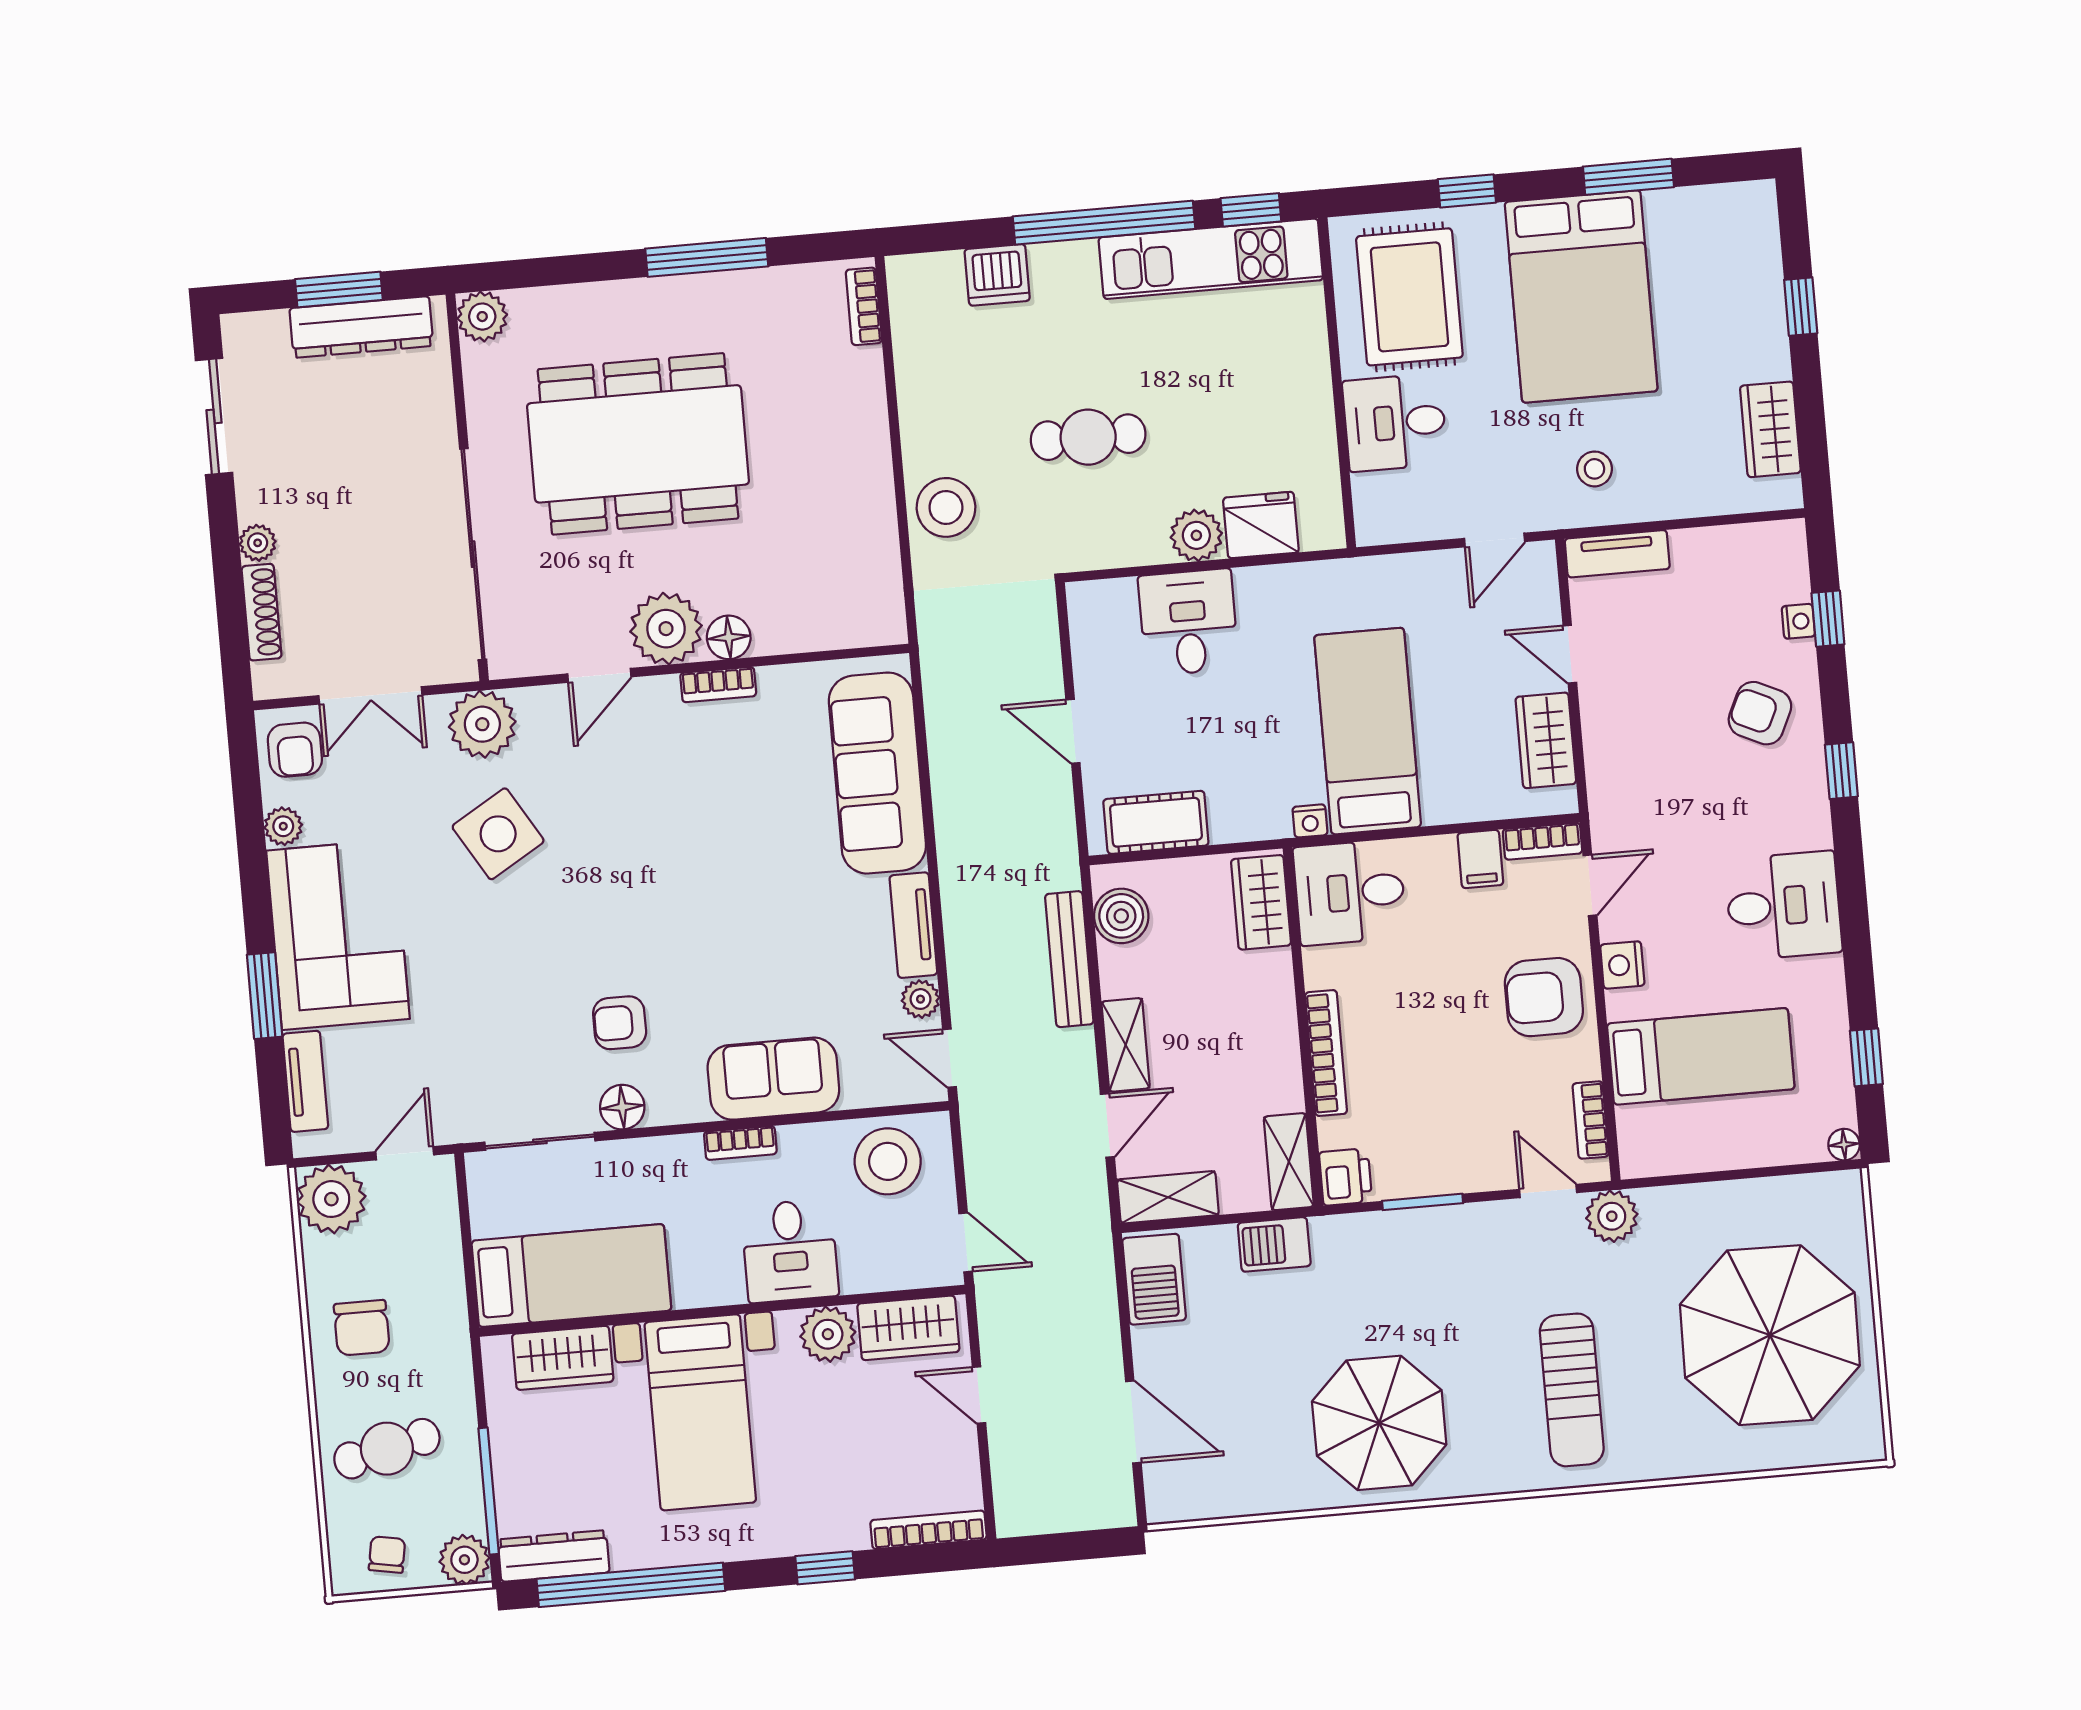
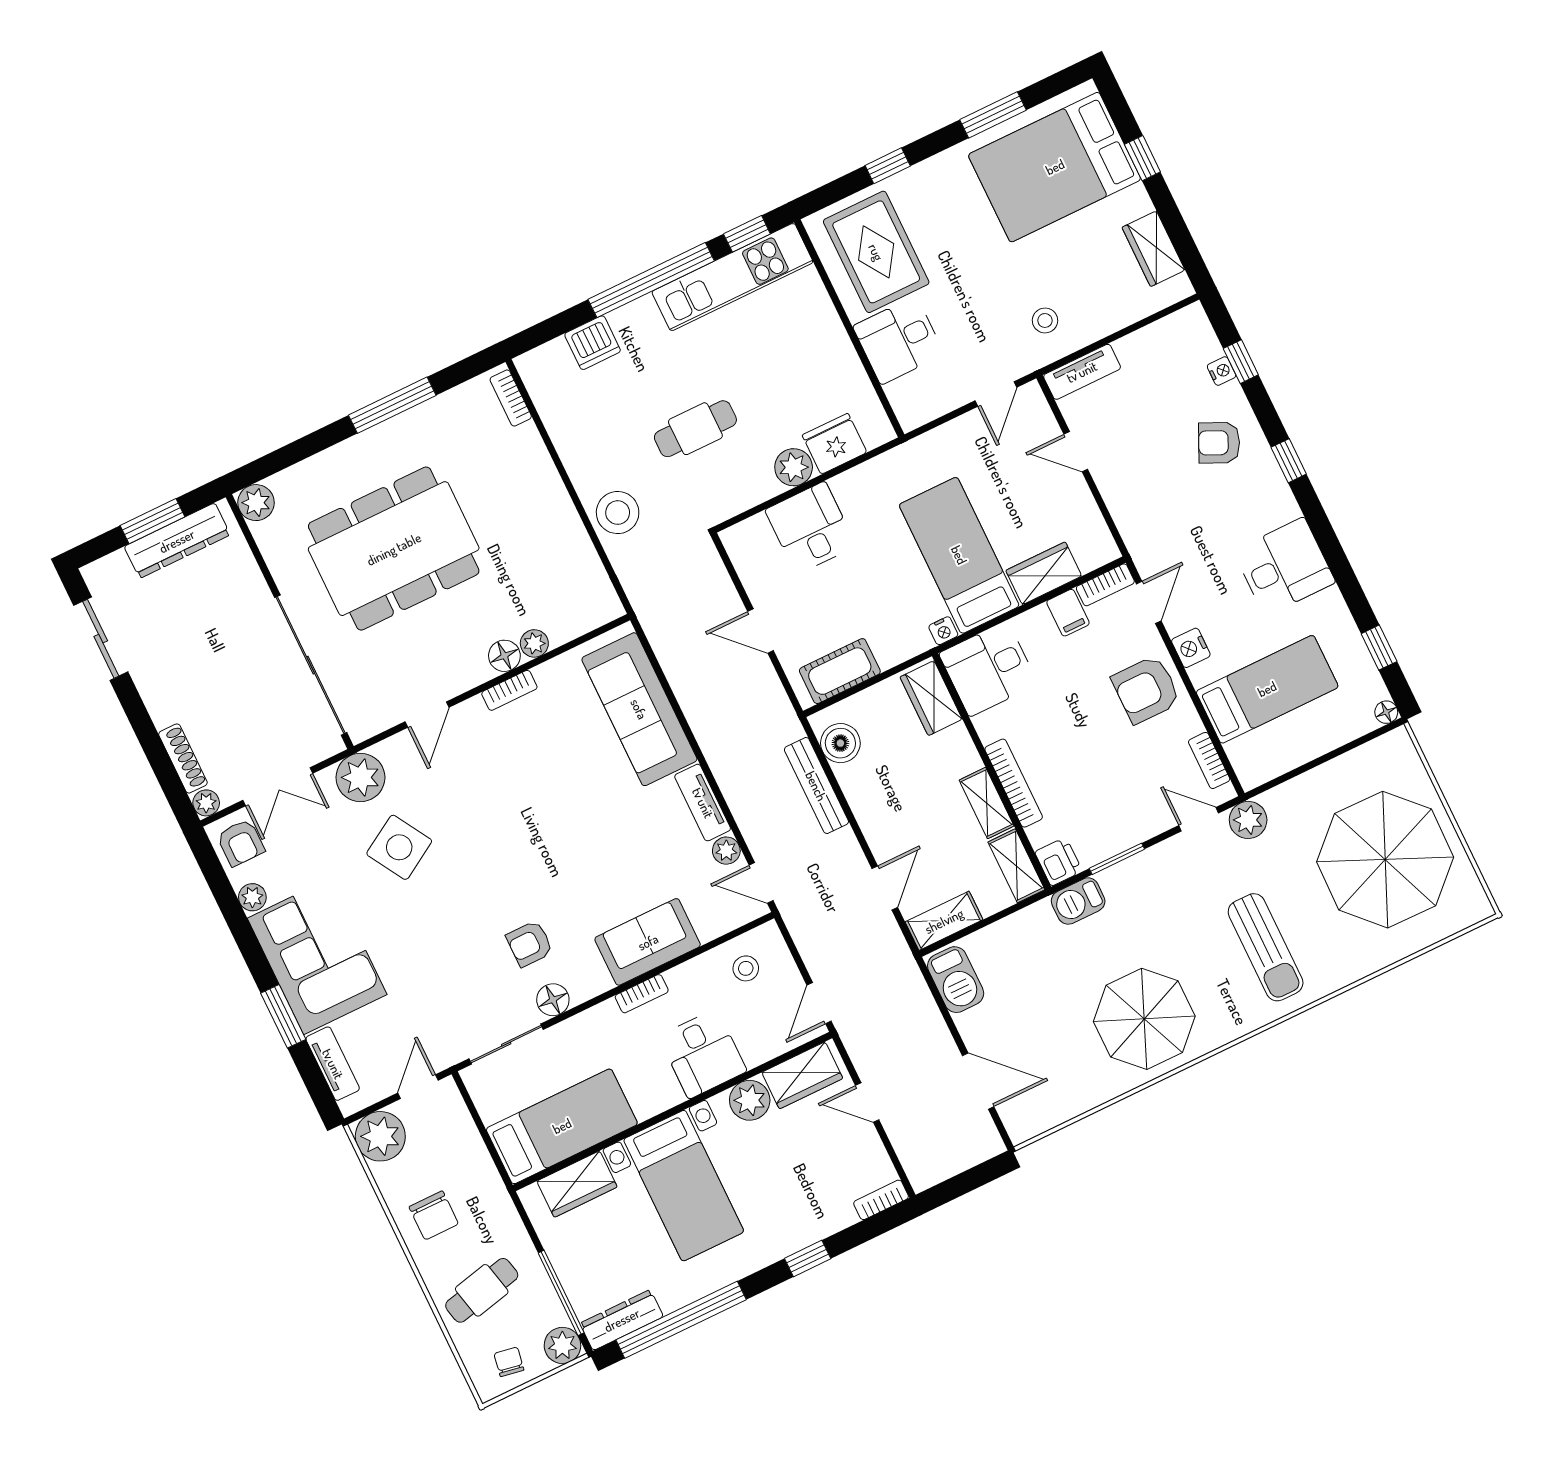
bed: (1581, 296) -> (1055, 167), moved, turned 90
plant: (258, 543) -> (206, 803), moved
plant: (666, 629) -> (534, 643), moved, width x0.53, depth x0.53
wardrobe: (1546, 740) -> (1044, 573), moved, turned 90
shelving: (1126, 1045) -> (987, 803), moved
stool: (888, 1161) -> (746, 968), width x0.53, depth x0.53
door: (966, 1242) -> (819, 1003), swing flipped
barbecue: (1274, 1244) -> (1078, 901), moved
bookcase: (928, 1530) -> (881, 1200), width x0.64

